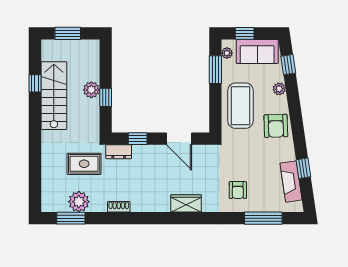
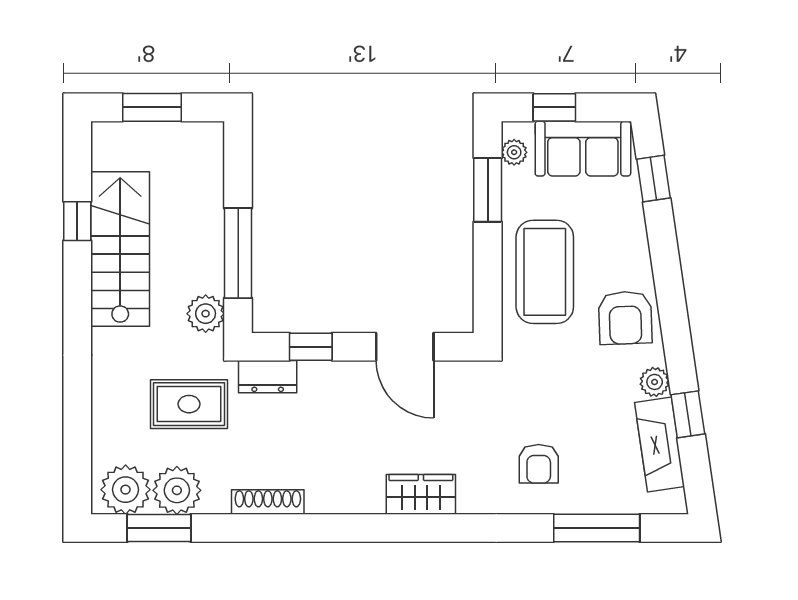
plant: (279, 89) -> (655, 382), moved
plant: (91, 90) -> (206, 314), moved
window: (106, 97) -> (238, 253), width x2.17
plant: (56, 201) -> (126, 490), added
shoe rack: (119, 207) -> (268, 502), width x1.43

